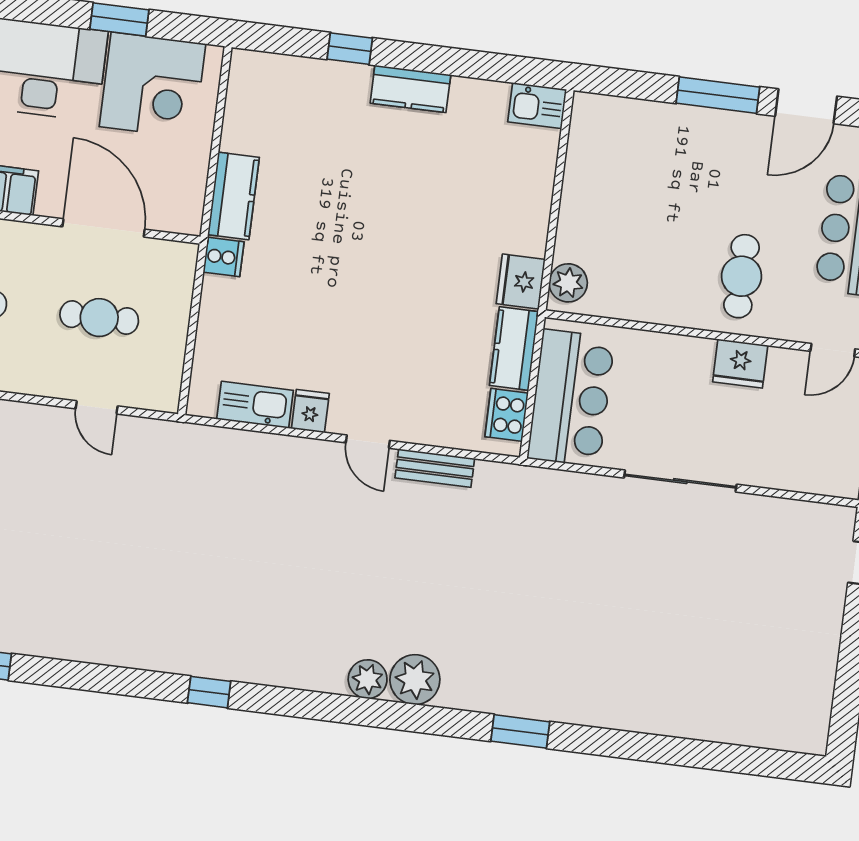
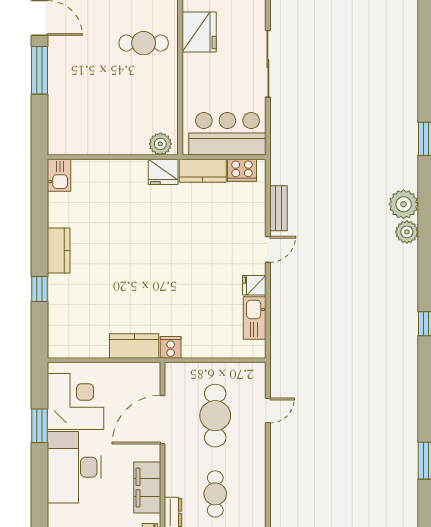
cafe table: (99, 318) -> (215, 416), width x1.37, depth x1.35
fridge: (740, 364) -> (199, 32), width x1.36, depth x1.34

